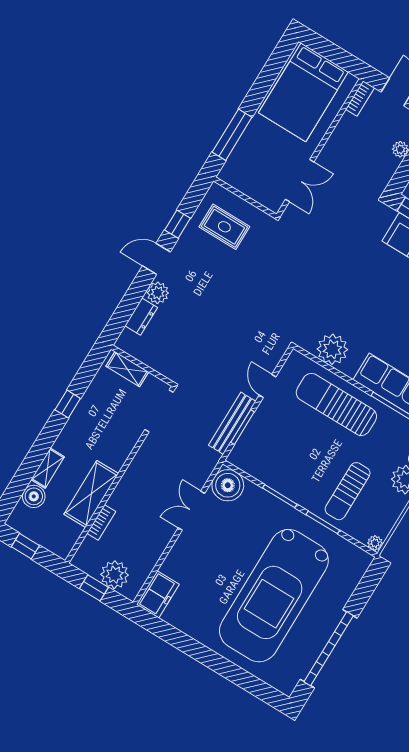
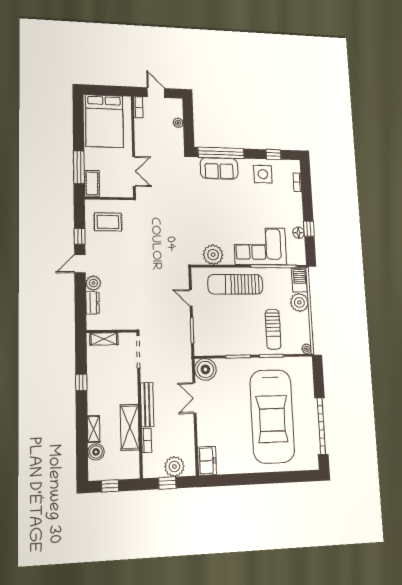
cot: (235, 165) -> (92, 183), added
bench: (232, 423) -> (147, 405), moved

